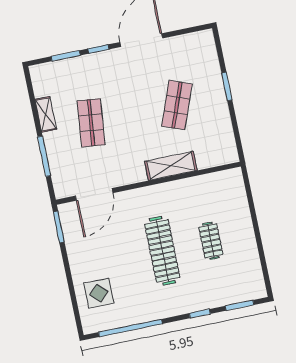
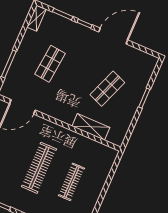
shelving: (46, 114) -> (36, 18), moved
shelving: (171, 166) -> (91, 127), moved
clothes rail: (211, 241) -> (71, 182), width x1.36

